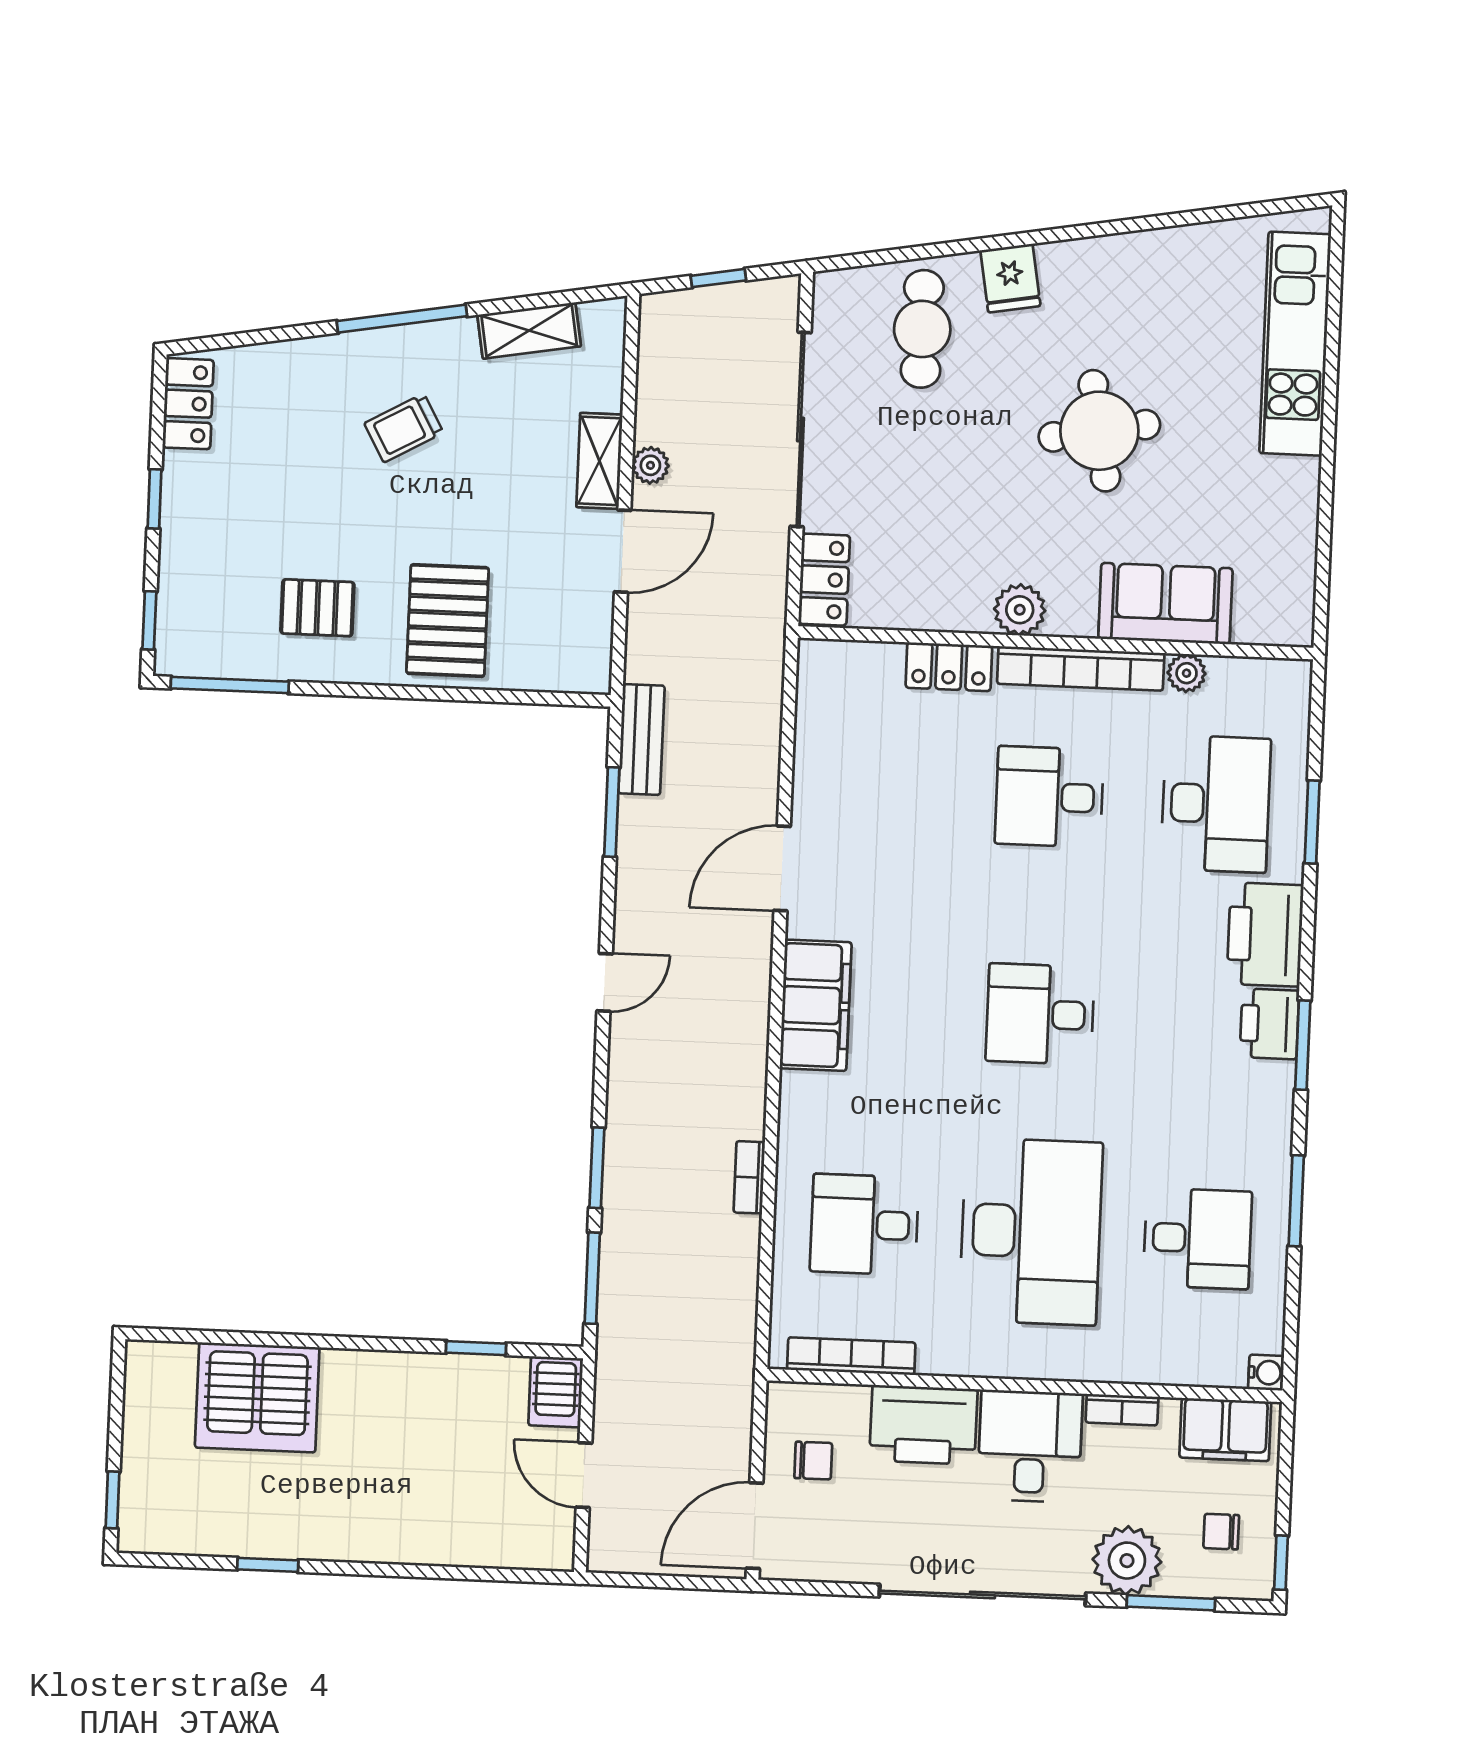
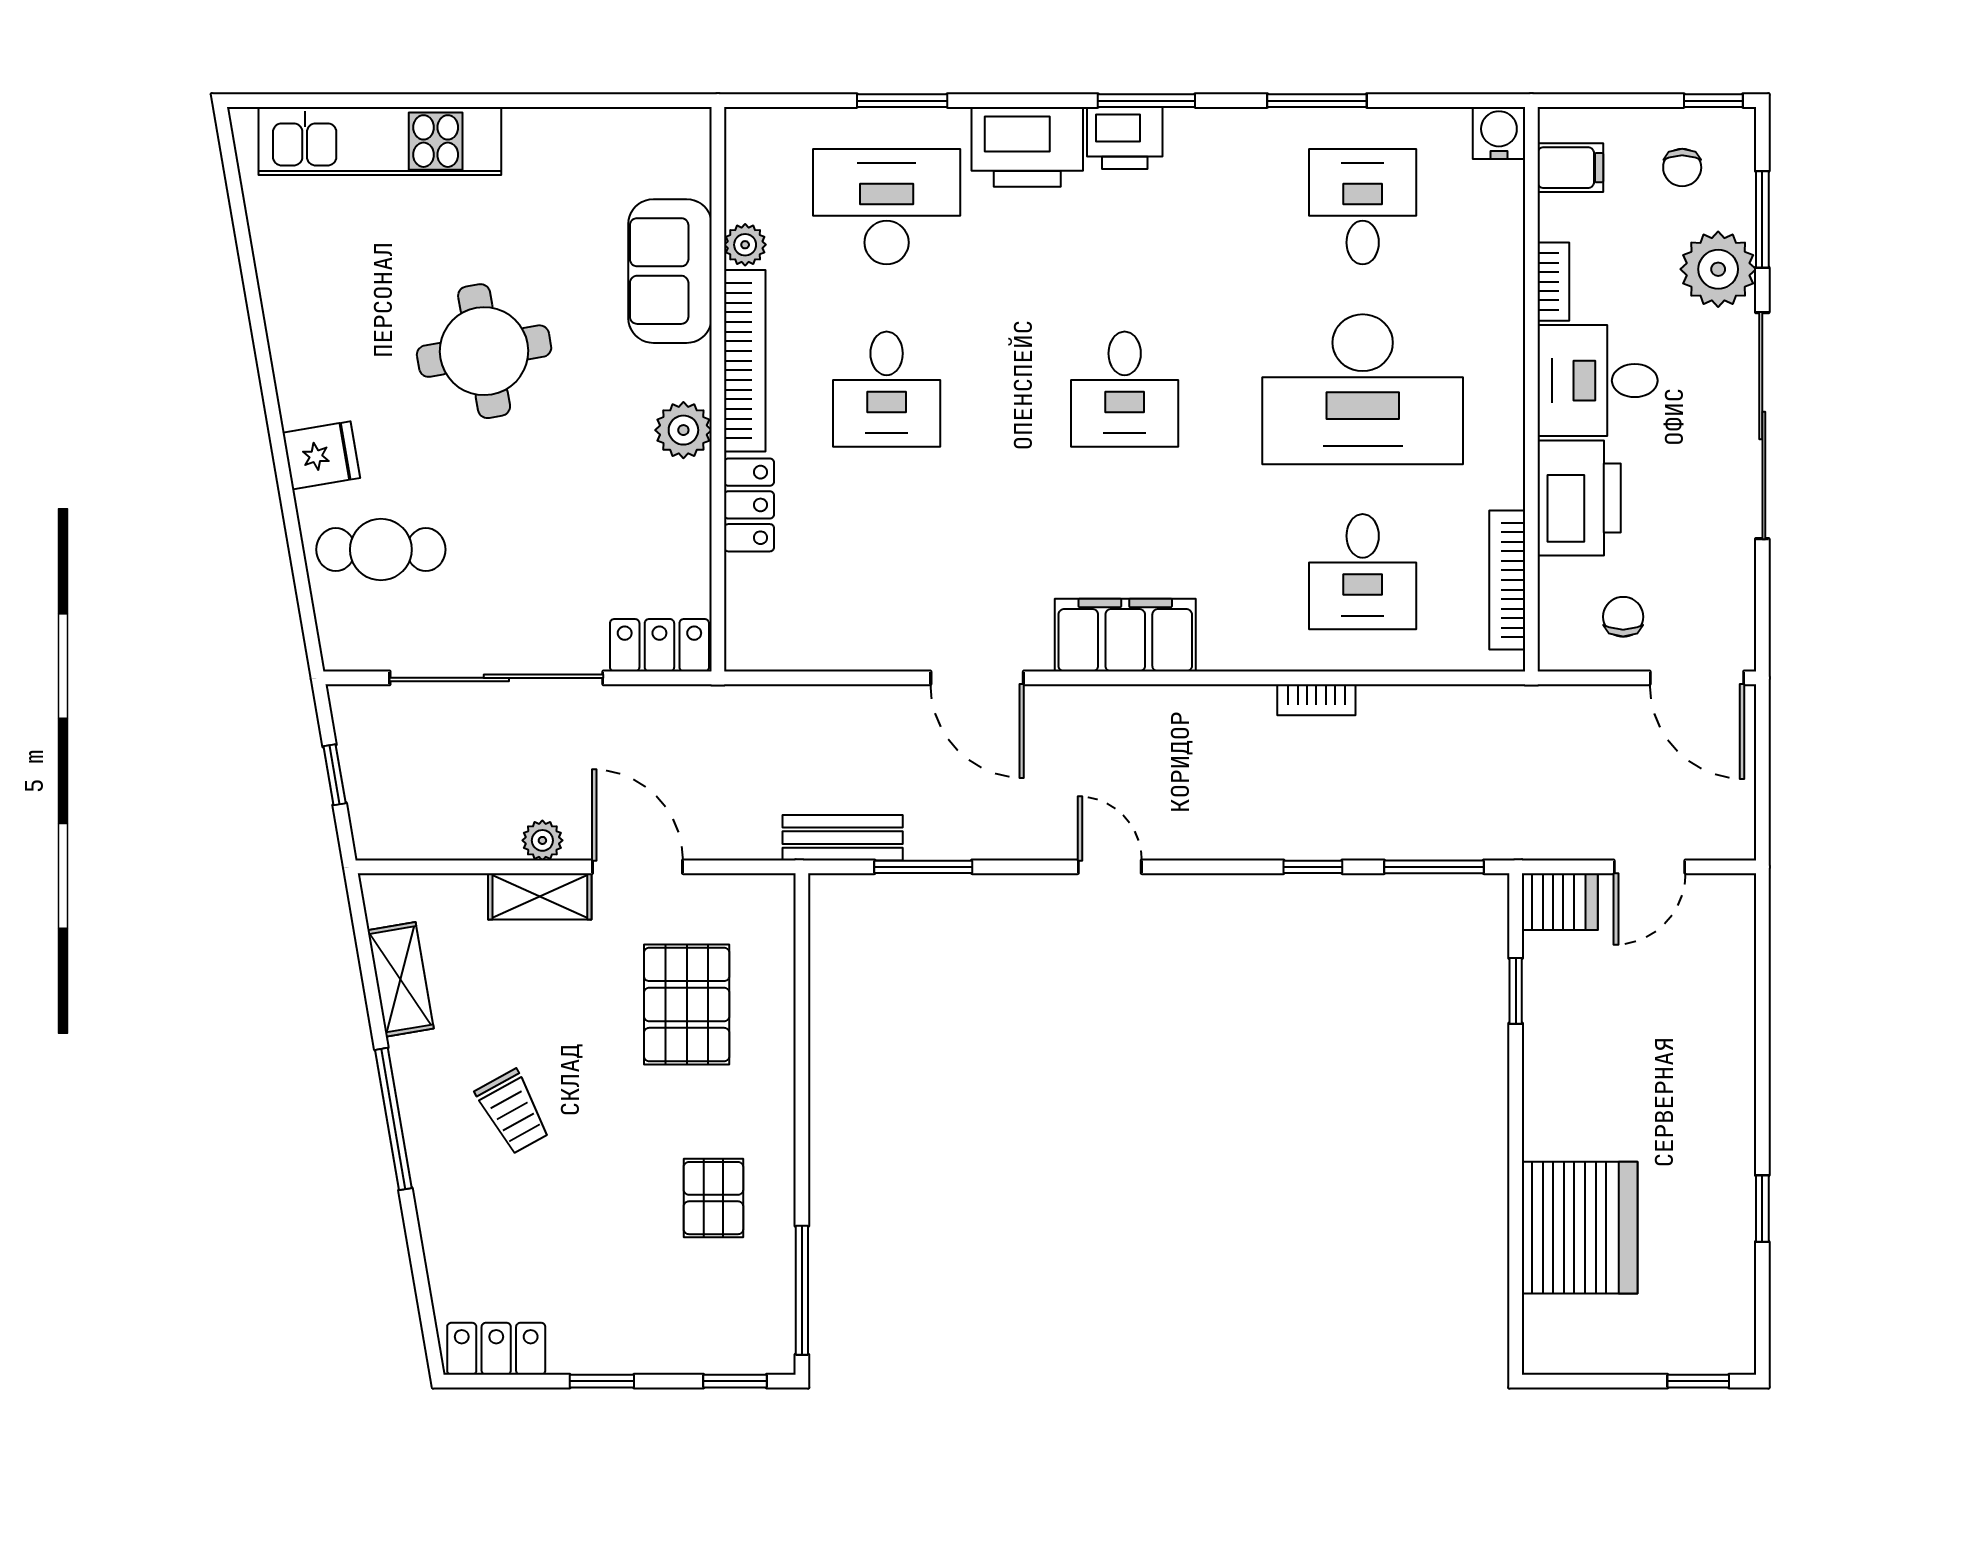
pallet: (448, 621) -> (687, 1004), moved, turned 90
window: (597, 1168) -> (1313, 867), width x0.67
desk: (1031, 1231) -> (1363, 389), turned 180
water cooler: (1266, 1373) -> (1499, 133), width x1.38, depth x1.38
filing cabinet: (1225, 1430) -> (1570, 168), width x0.50

